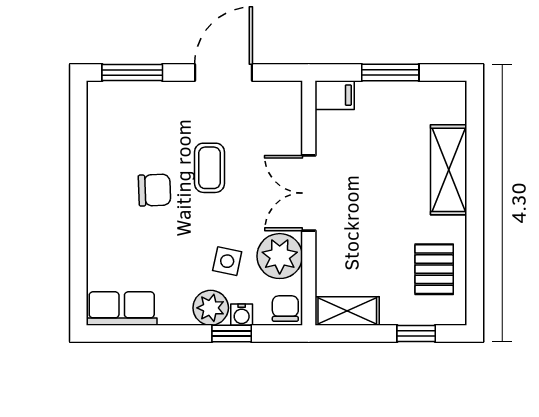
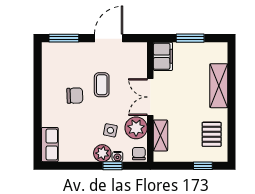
filing cabinet: (335, 95) -> (163, 56), width x2.00
row of seats: (122, 309) -> (50, 145), moved, turned 90
shelving: (347, 311) -> (160, 135), moved, turned 90

